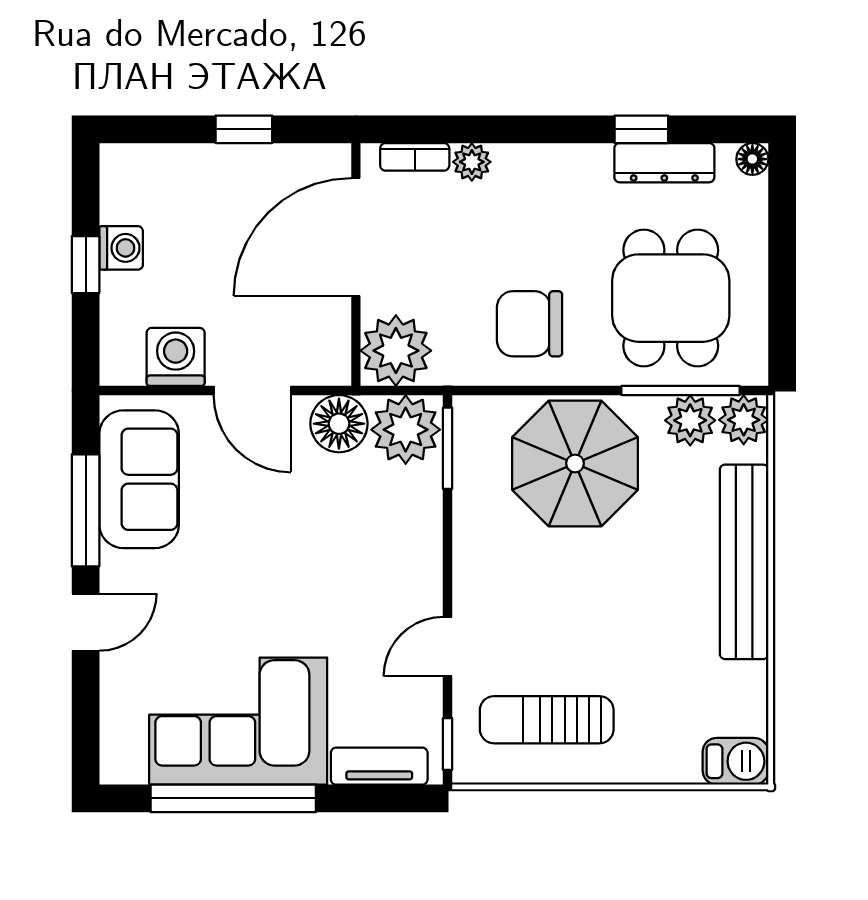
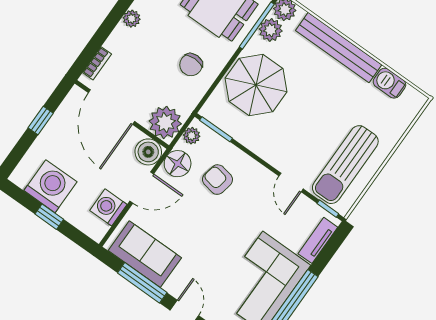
plant: (472, 162) -> (132, 19), moved
washing machine: (121, 248) -> (50, 186), width x1.89, depth x1.89
chair: (530, 324) -> (191, 65), width x0.73, depth x0.73
boiler: (323, 358) -> (148, 152), added
plant: (406, 430) -> (192, 136), width x0.53, depth x0.53
armchair: (361, 514) -> (217, 180), added
sun lounger: (547, 720) -> (345, 165), width x1.36, depth x1.34
barbecue: (735, 761) -> (389, 83), moved, turned -90

